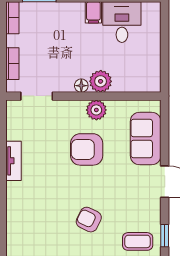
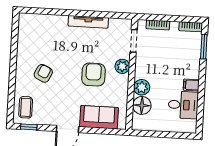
floor lamp: (81, 86) -> (142, 105), moved, width x1.89, depth x1.89
plant: (96, 110) -> (122, 66), moved
tv unit: (13, 161) -> (88, 22), width x1.41

